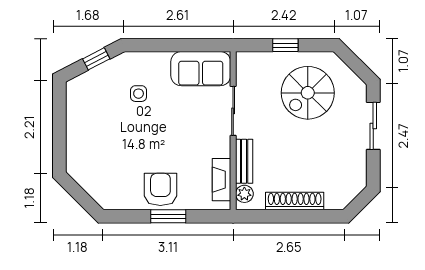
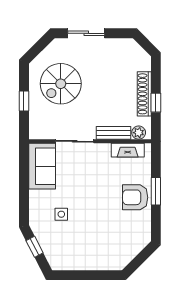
spiral stairs: (308, 93) -> (61, 84), turned 90
window: (283, 216) -> (156, 103), added

